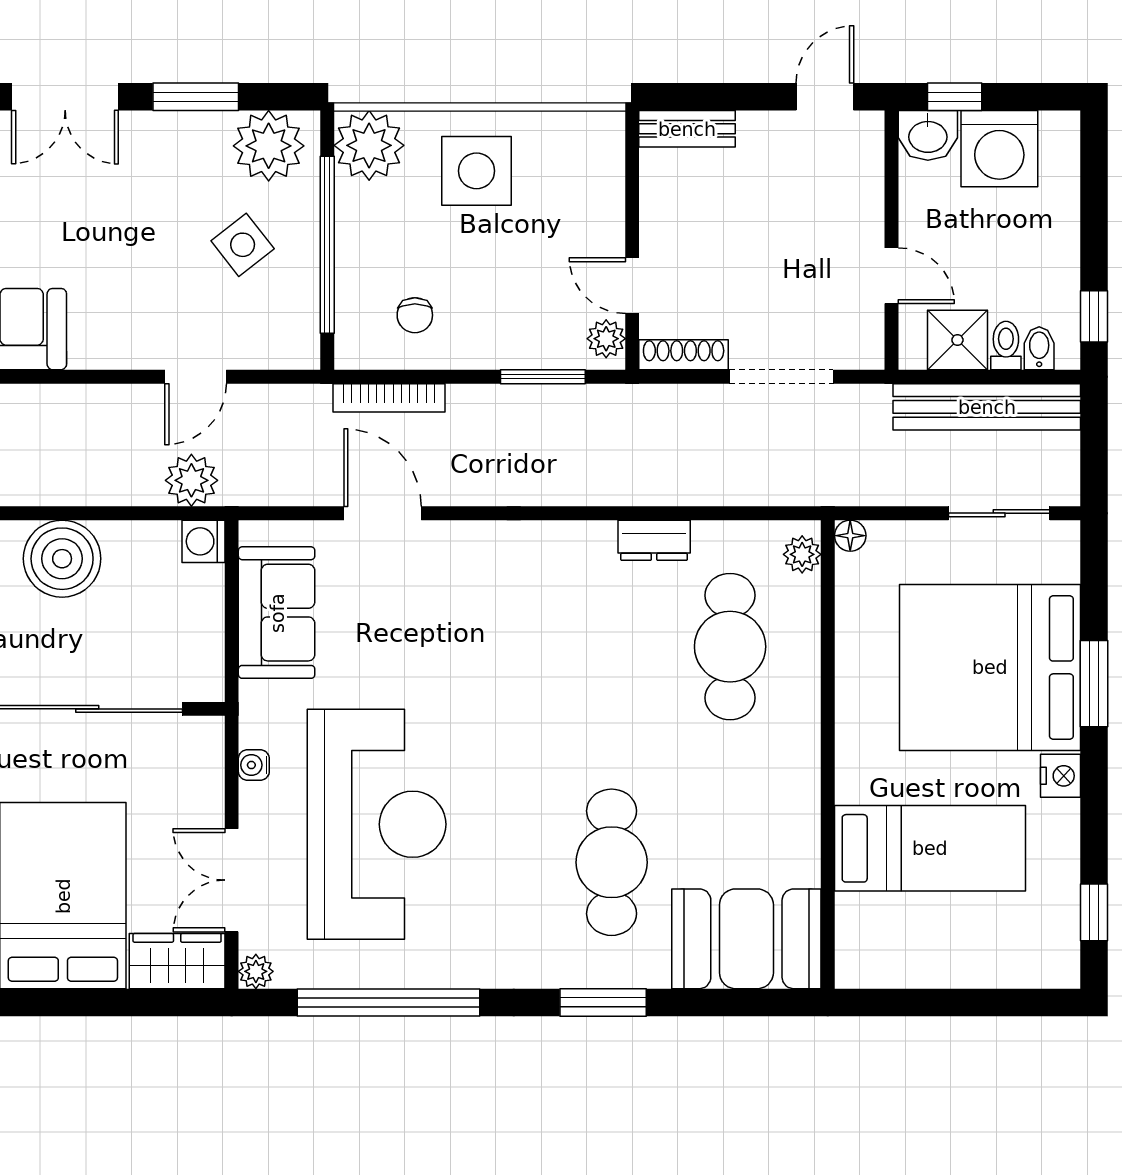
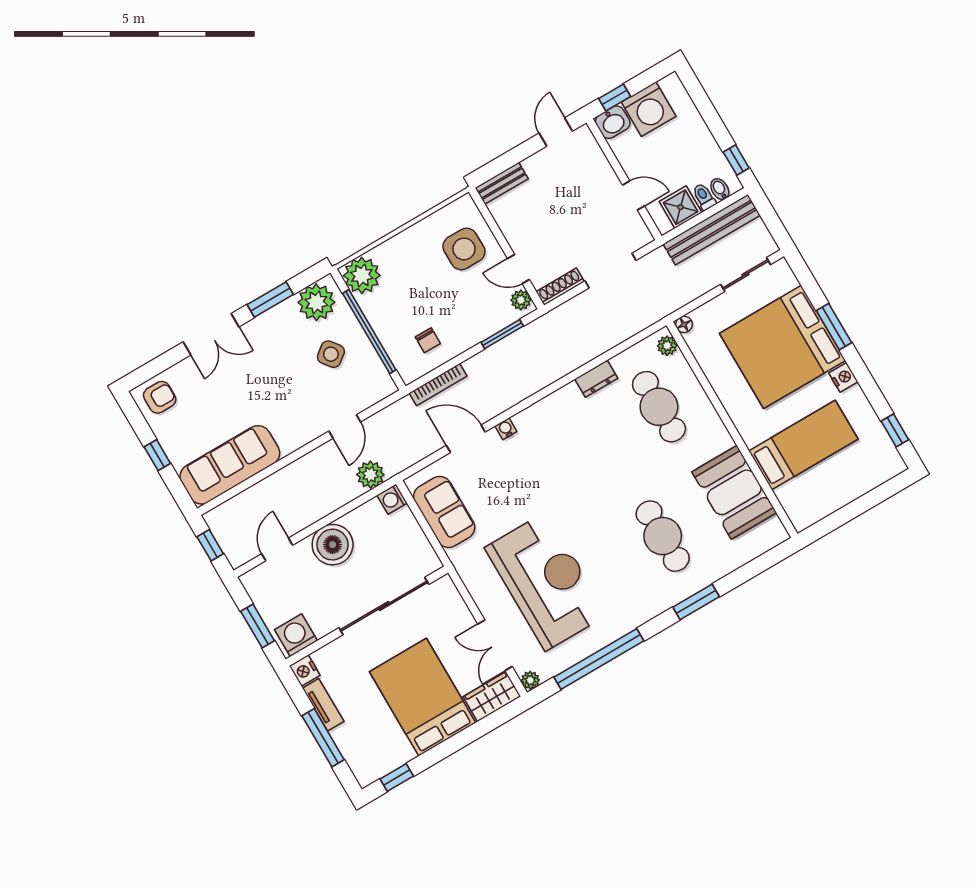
side table: (477, 171) -> (464, 249), moved
water cooler: (254, 765) -> (506, 429), moved, turned 90
booth: (746, 939) -> (734, 492), moved, turned 90

